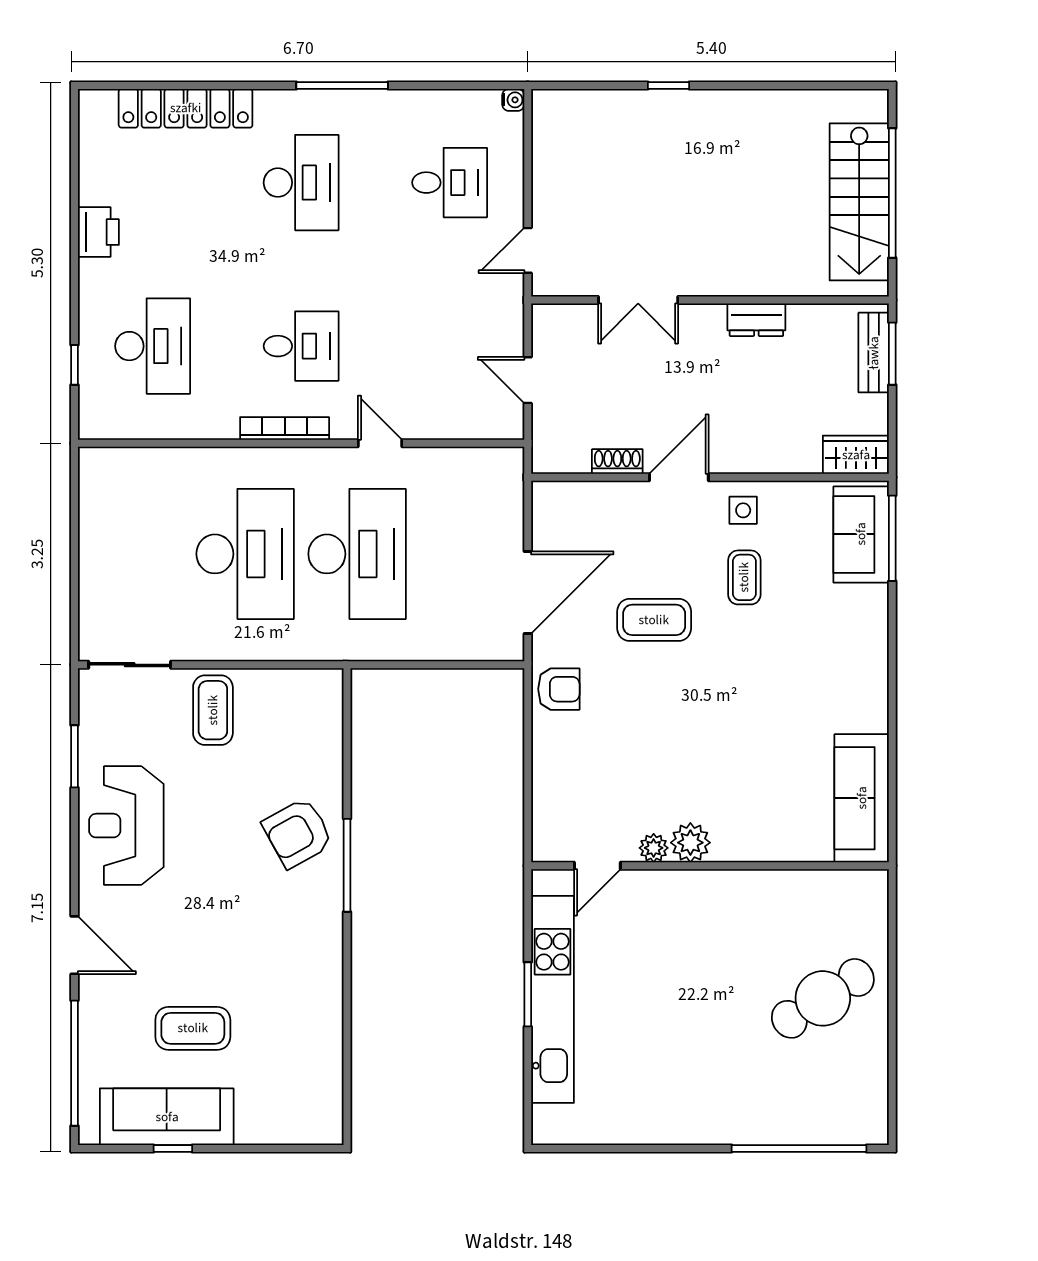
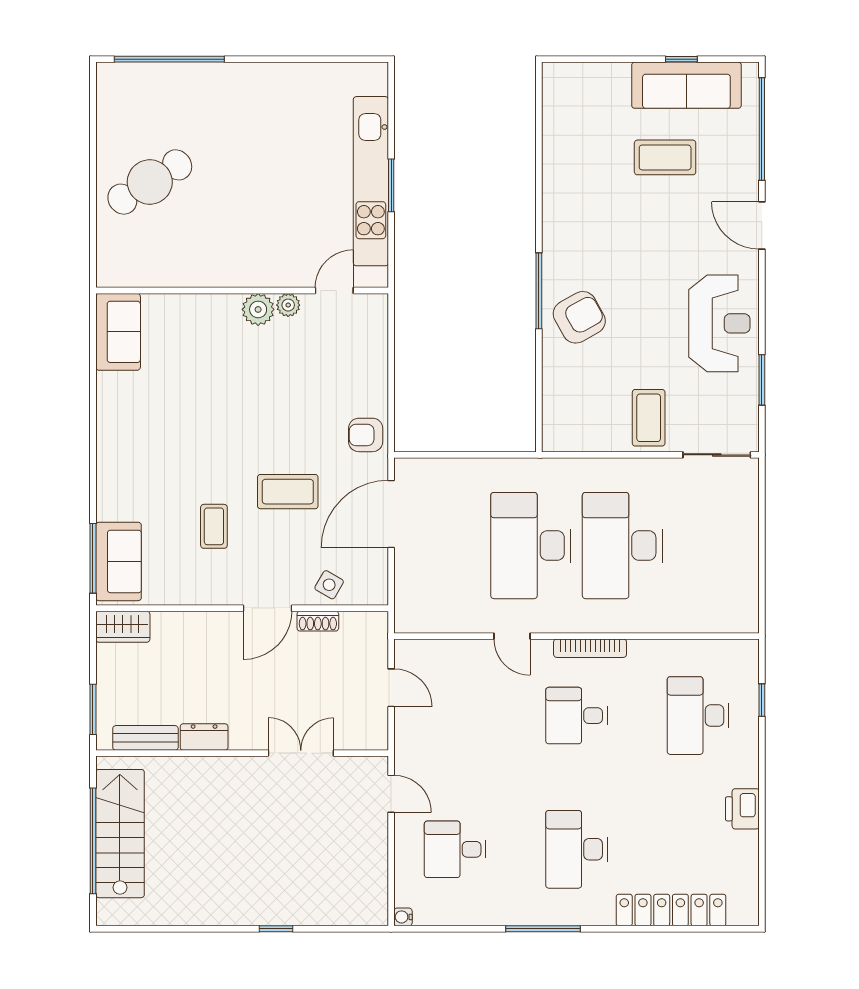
door: (528, 250) -> (391, 794), hinge flipped
bench: (874, 353) -> (145, 738), moved, turned 90
side table: (743, 510) -> (329, 585), moved, turned 30
sofa: (862, 798) -> (118, 332), width x0.73

